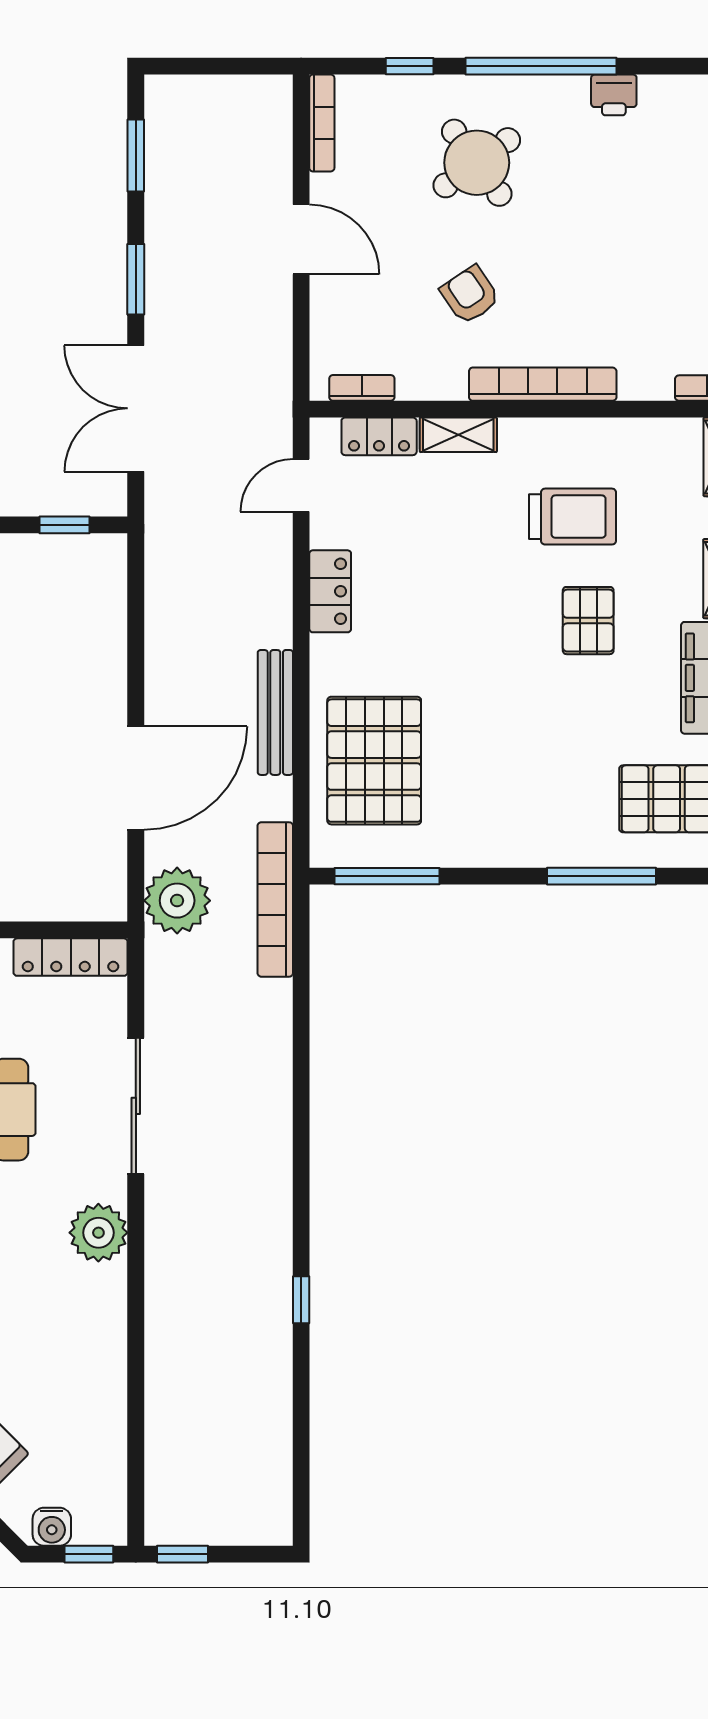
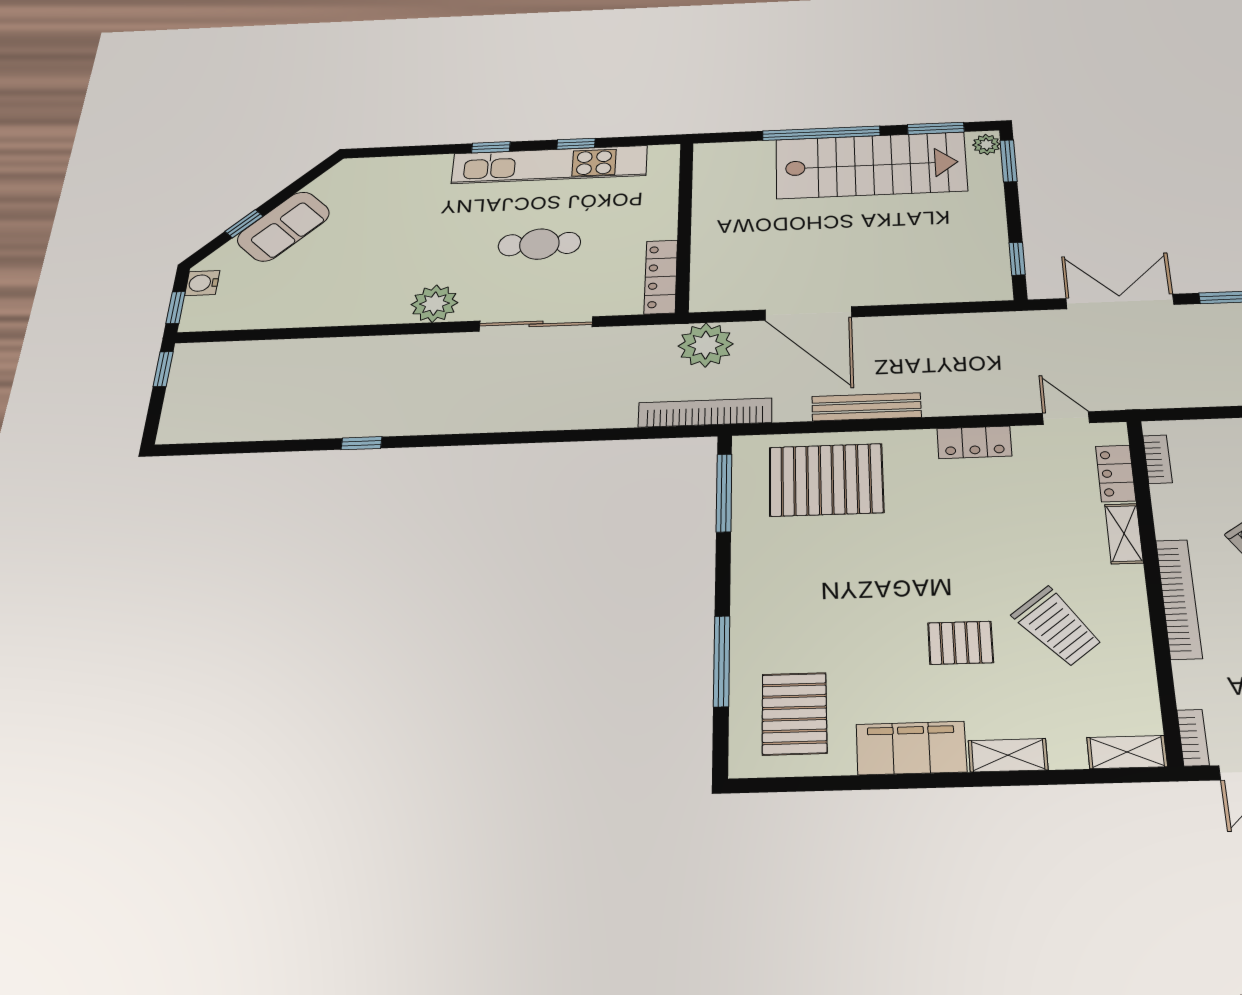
trolley: (572, 517) -> (1057, 627), turned -39

